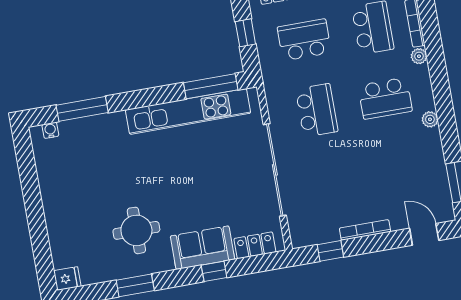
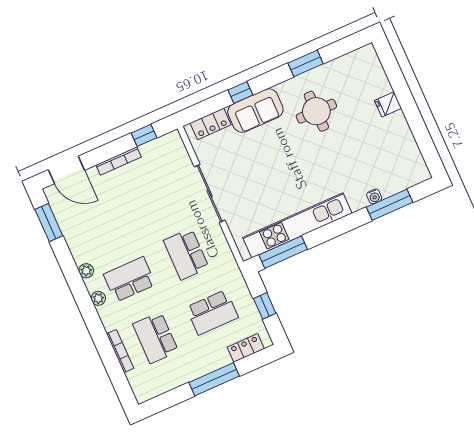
plant: (419, 56) -> (98, 298), moved
water cooler: (50, 130) -> (374, 196), moved
sliding door: (275, 170) -> (210, 193), width x0.73
door: (424, 234) -> (66, 170), width x1.38
fridge: (67, 279) -> (388, 104), moved

